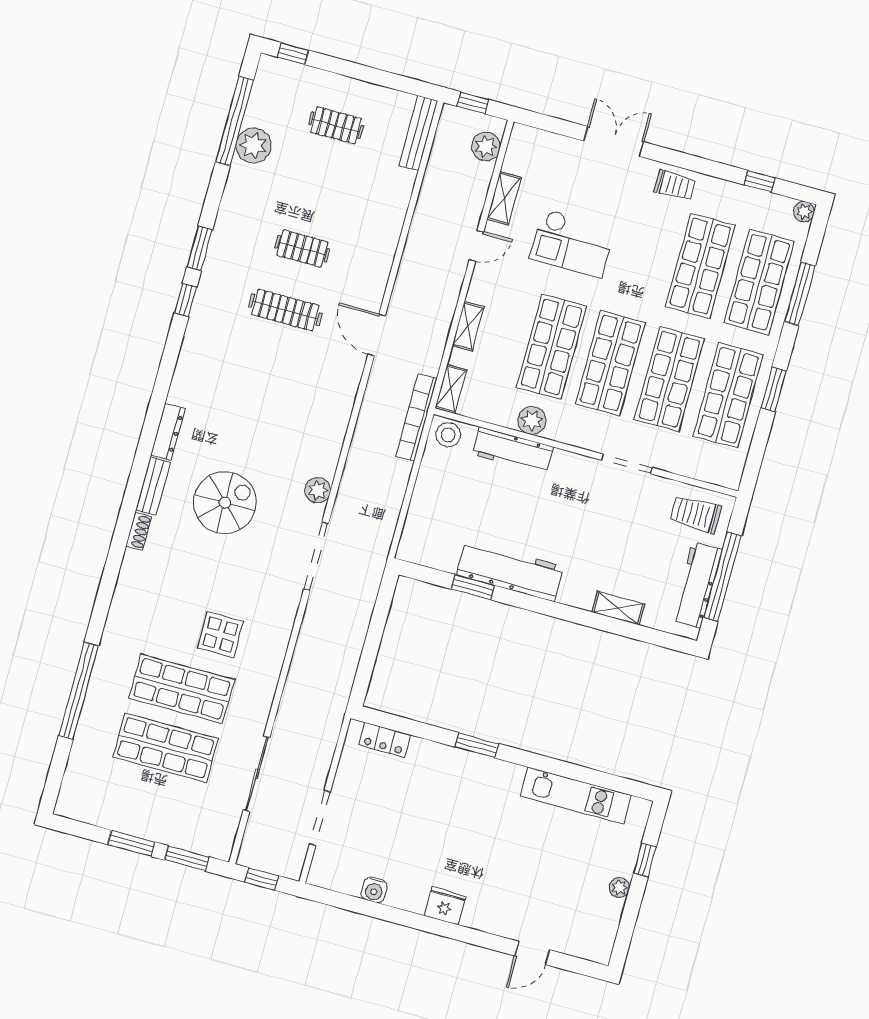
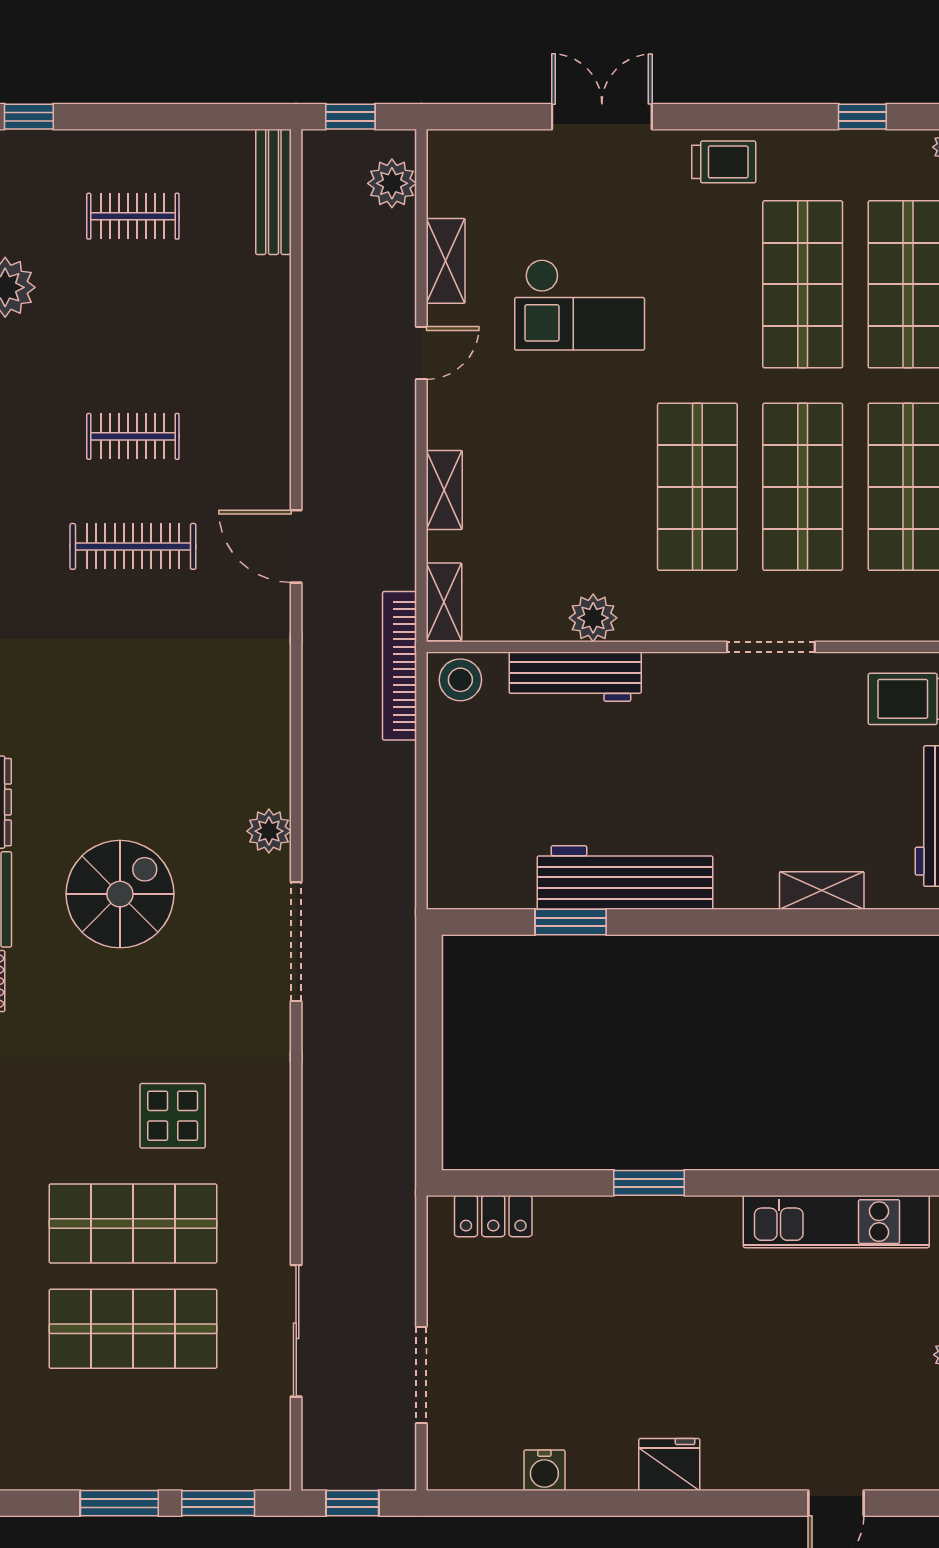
shop shelf: (551, 347) -> (592, 487), removed

